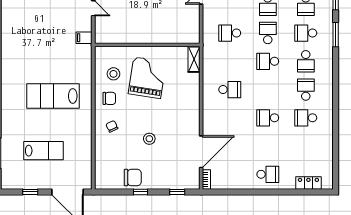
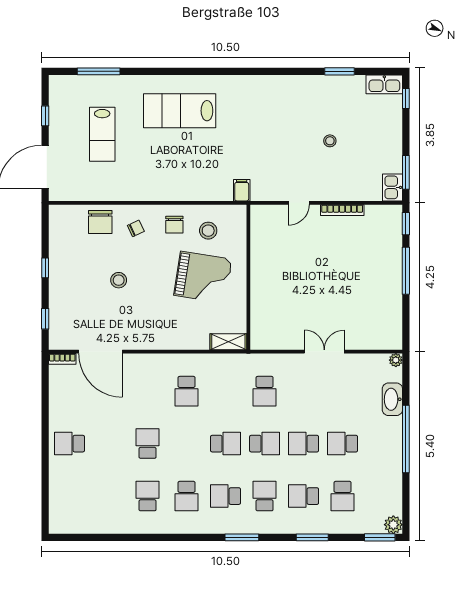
school desk: (230, 33) -> (265, 391), turned 180
window: (336, 35) -> (242, 537), moved
filing cabinet: (84, 38) -> (242, 190), moved
school desk: (268, 61) -> (226, 444), turned 90
school desk: (306, 90) -> (187, 496), turned 90
lab bench: (53, 96) -> (180, 111), moved, turned -90
school desk: (268, 174) -> (69, 444), turned 90
chair: (133, 177) -> (100, 222), moved
locker: (308, 183) -> (57, 500), removed

